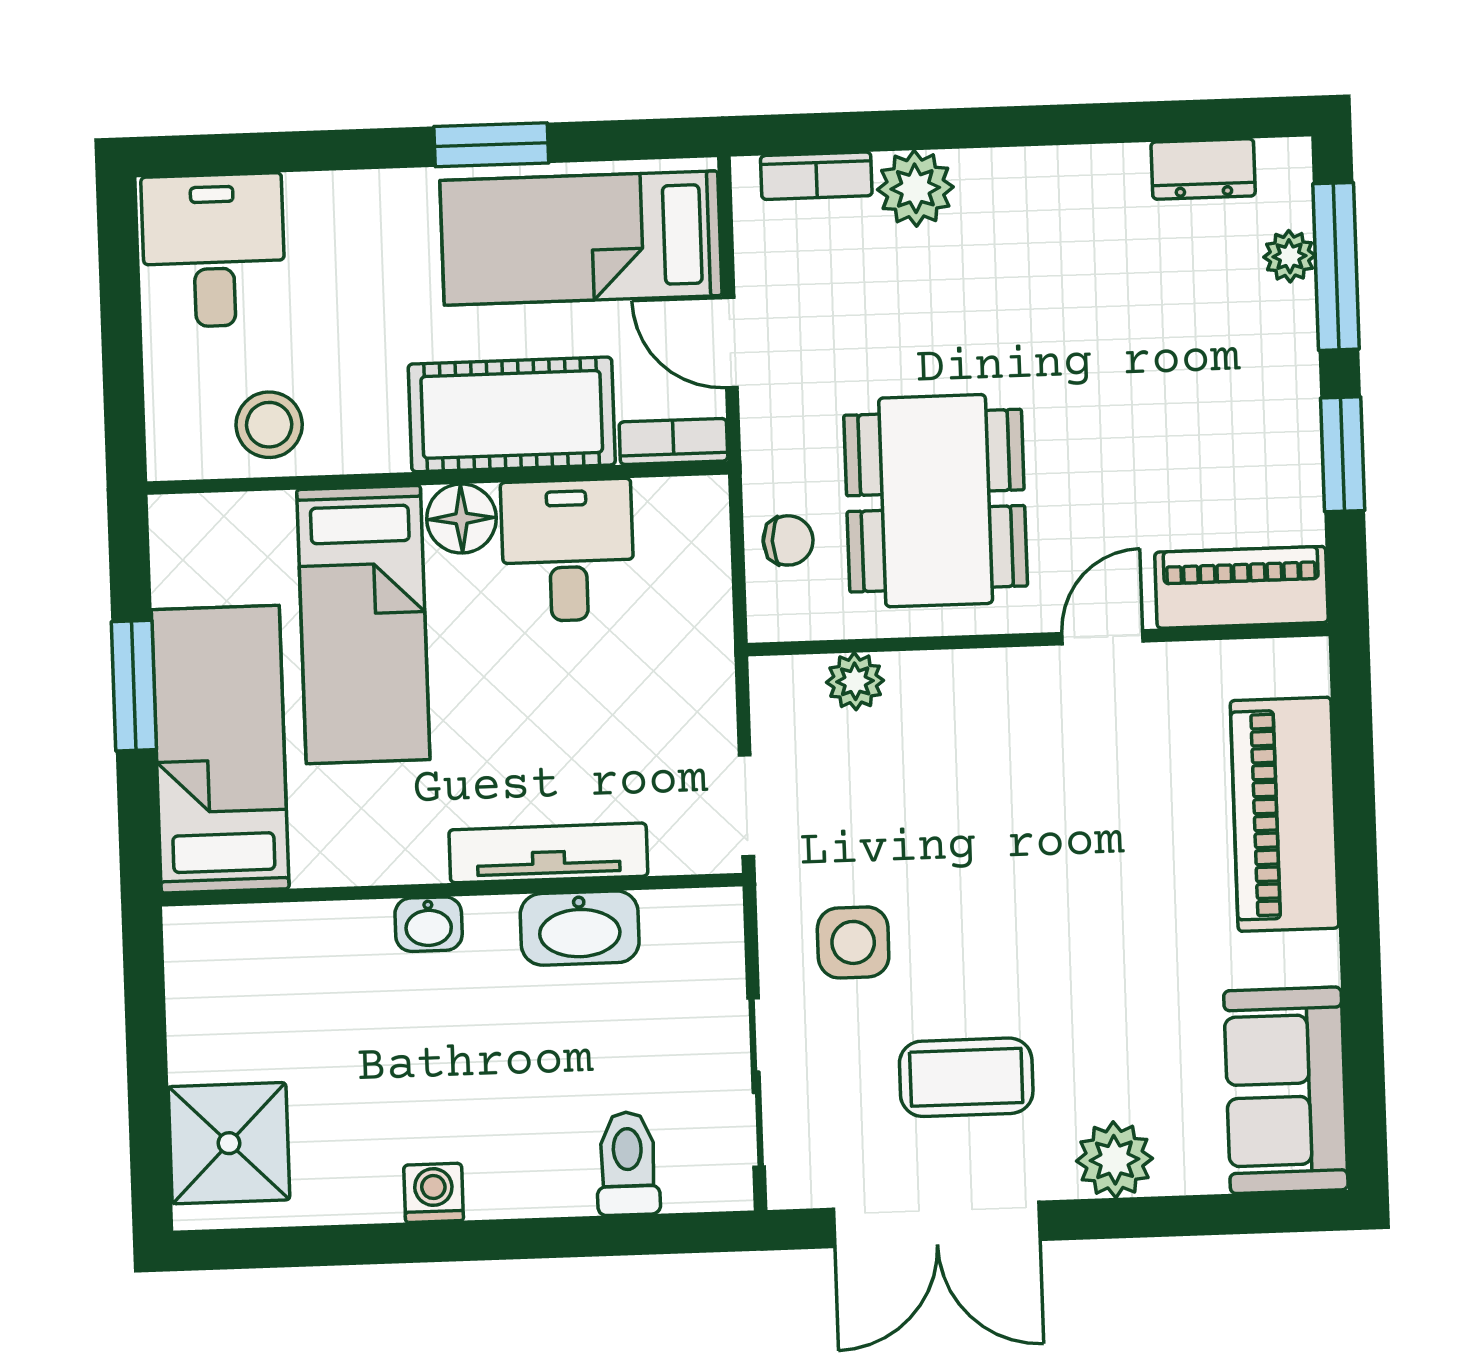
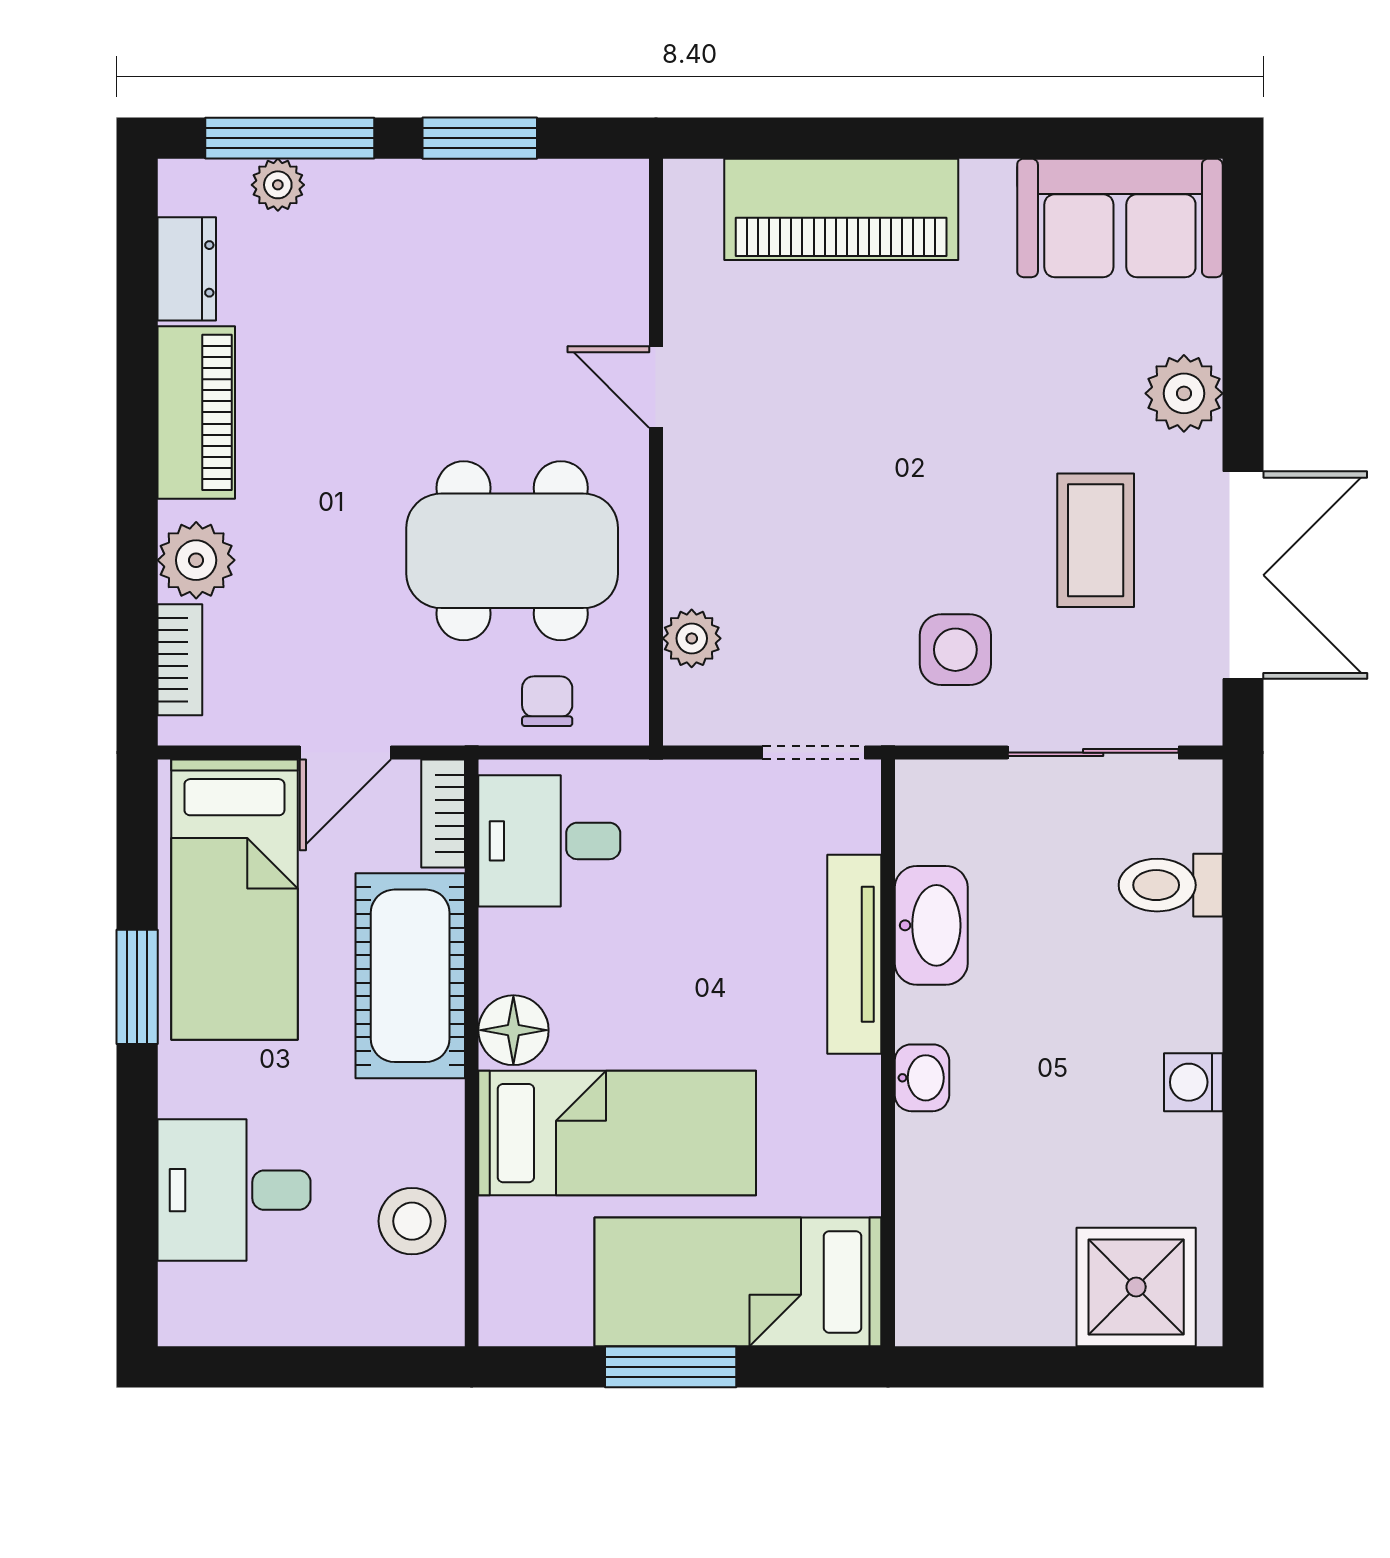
desk: (214, 250) -> (234, 1190), moved
desk: (568, 550) -> (549, 841), moved
piano: (1241, 587) -> (196, 412), moved, turned 180

